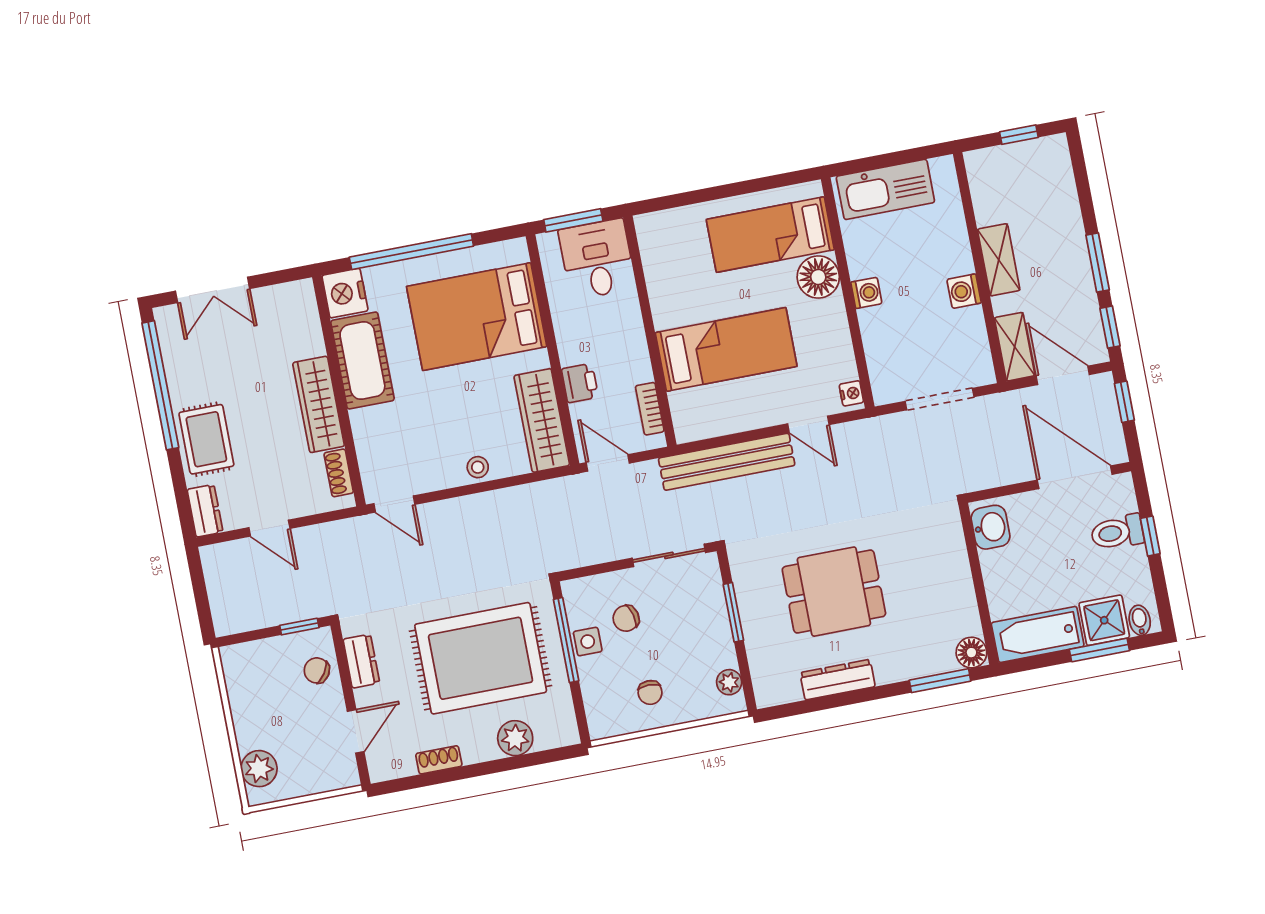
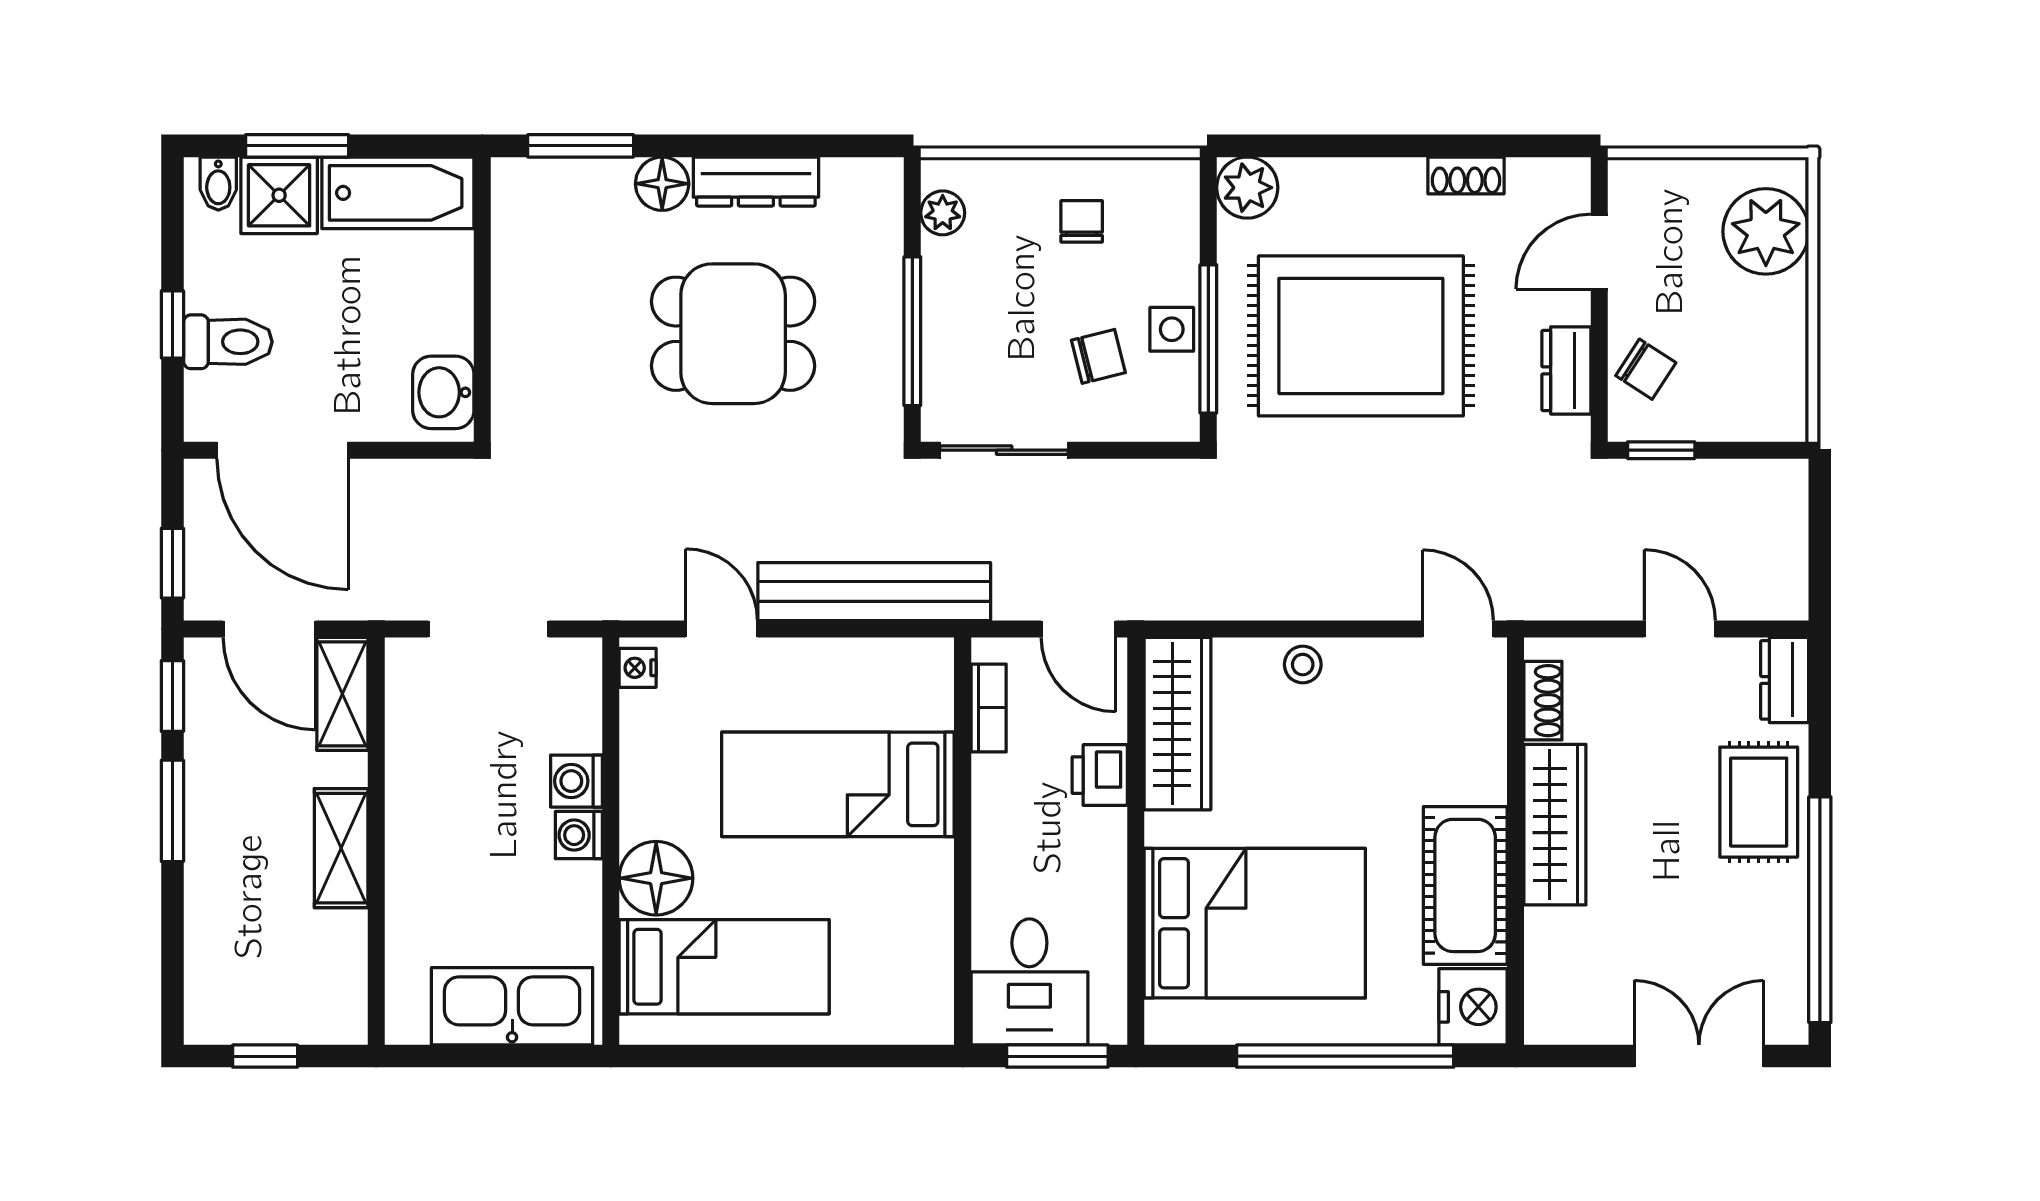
washing machine: (964, 291) -> (576, 781), moved, turned 180
window: (733, 612) -> (912, 331), width x1.44
floor lamp: (971, 653) -> (662, 184), moved
plant: (515, 738) -> (1247, 188), moved
plant: (259, 769) -> (1766, 231), width x1.36, depth x1.36

